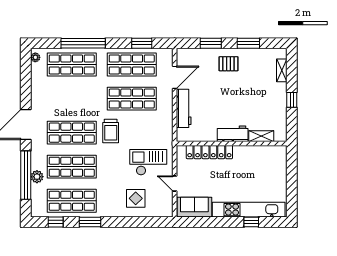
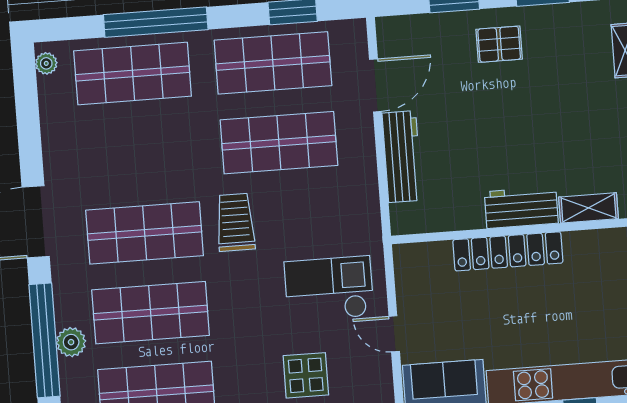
trolley: (111, 131) -> (235, 222), turned 180
locker: (209, 152) -> (508, 251), moved

